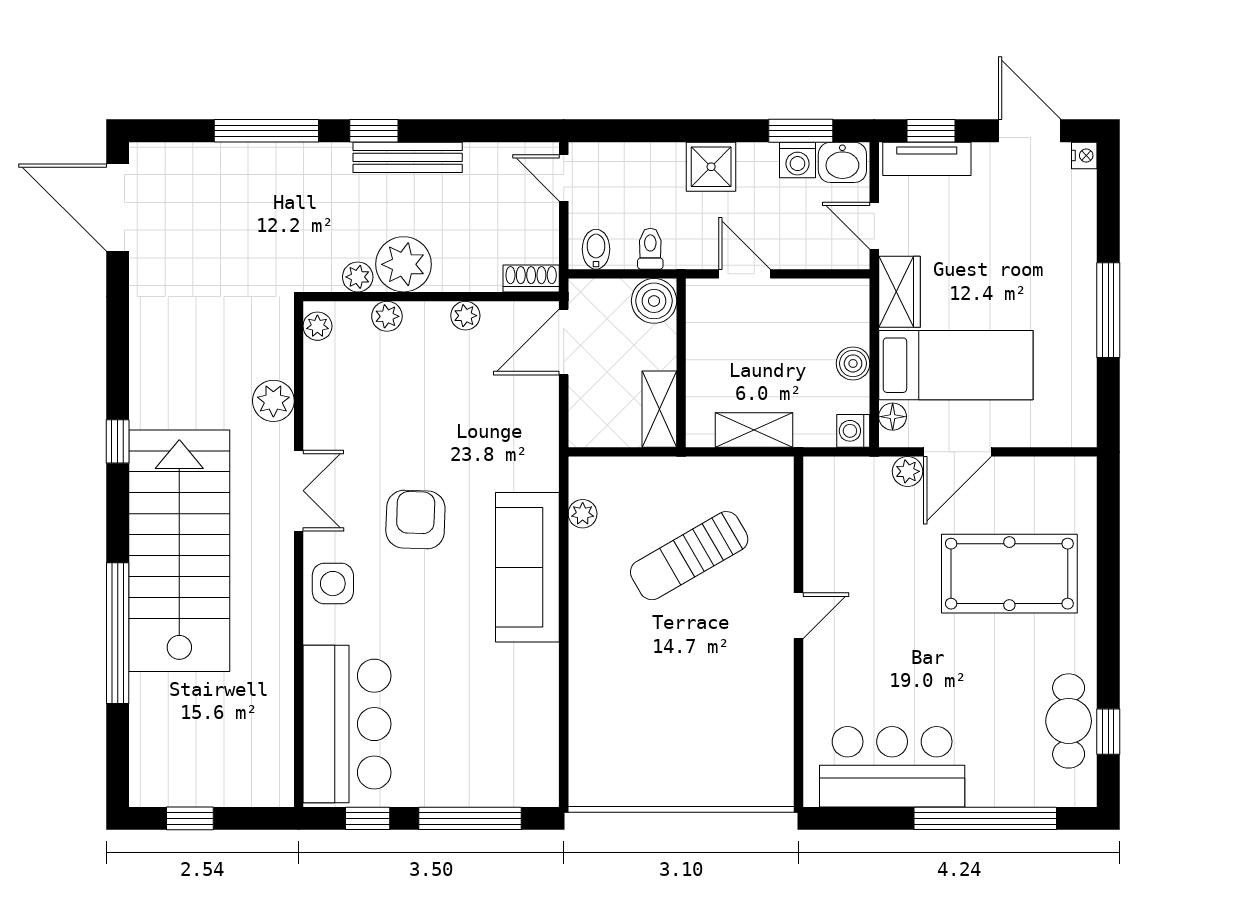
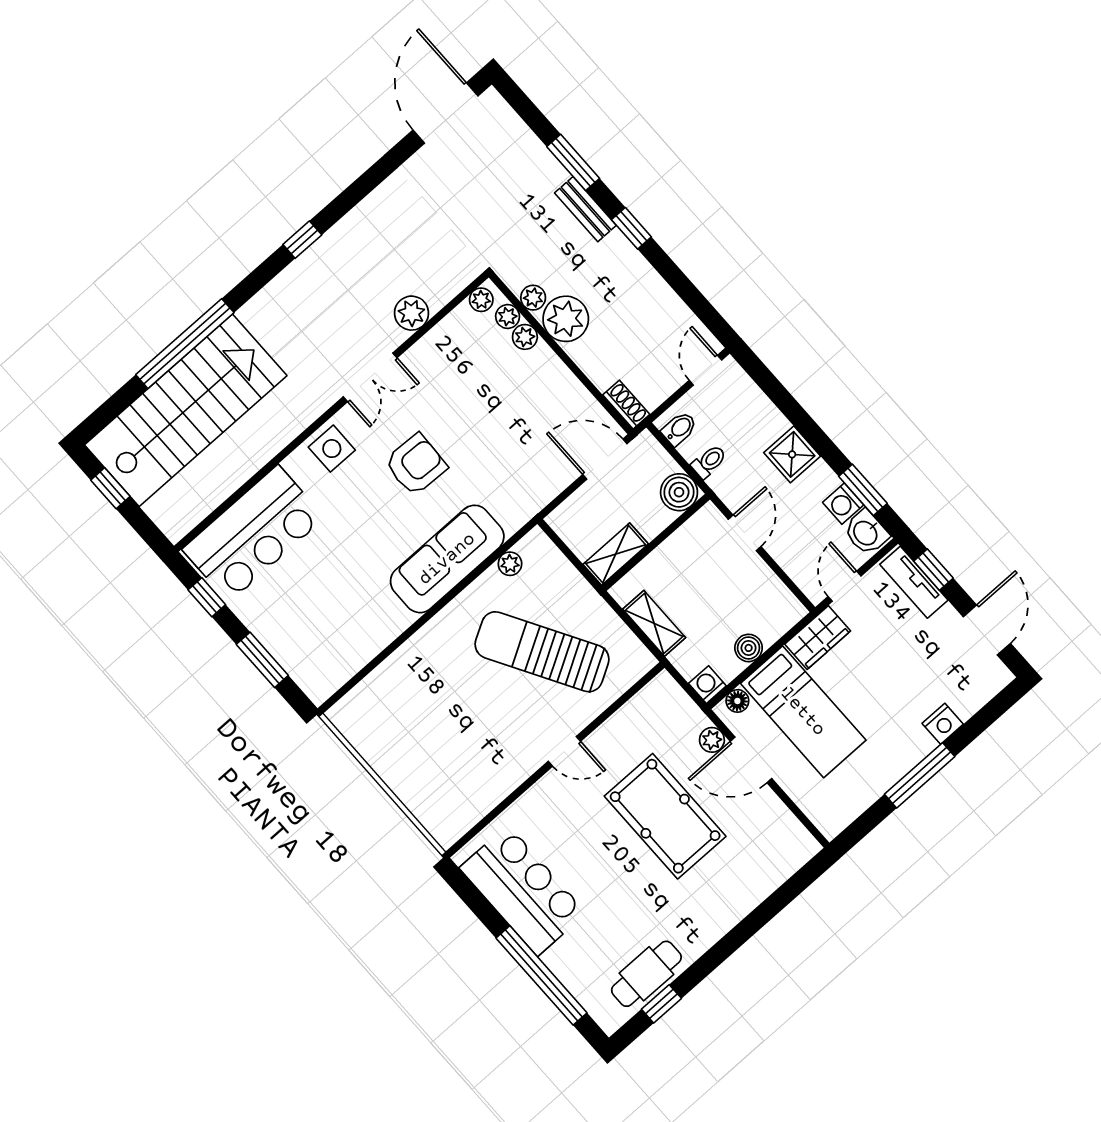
window: (266, 131) -> (573, 162), width x0.69
nightstand: (1084, 155) -> (943, 724), moved, width x1.39, depth x1.35
bench: (408, 157) -> (585, 209), moved, width x0.73
plant: (465, 316) -> (508, 317), moved
stairs: (179, 551) -> (186, 410), moved
sun lounger: (689, 556) -> (542, 652), width x1.36, depth x1.34
pool table: (1009, 574) -> (665, 816), moved
window: (470, 818) -> (262, 660), width x0.69

